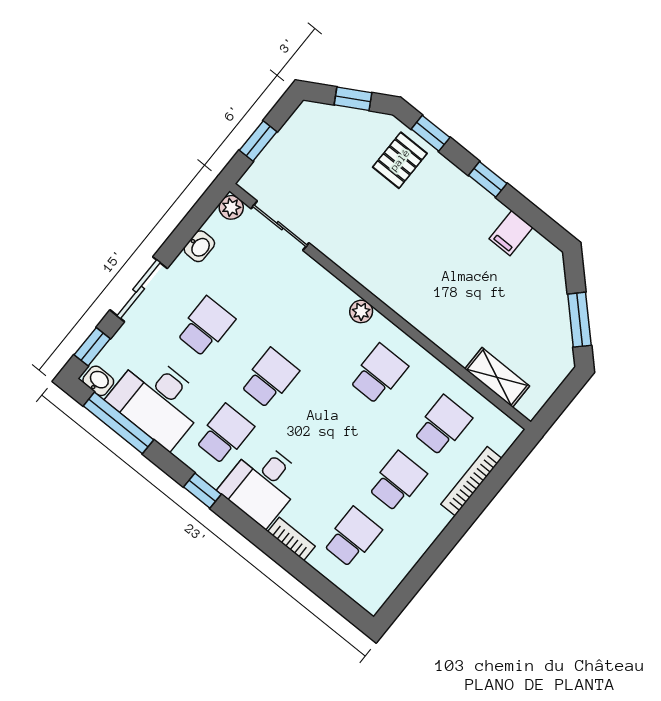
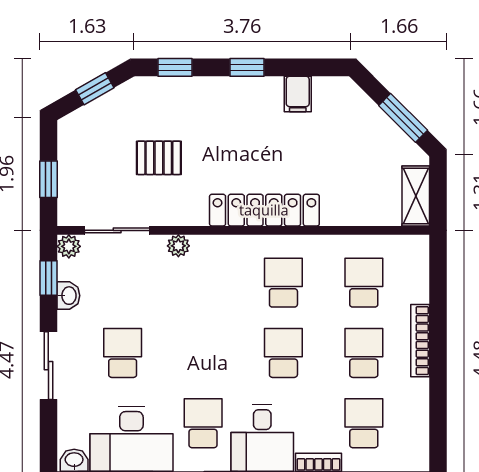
pallet: (400, 160) -> (159, 158), moved, turned 90
locker: (410, 304) -> (264, 210), added
plant: (361, 311) -> (178, 246), moved
window: (92, 347) -> (48, 278), moved
shelving: (497, 377) -> (416, 196), moved, turned 90
school desk: (270, 378) -> (283, 353), moved
bookcase: (471, 481) -> (420, 341), moved

